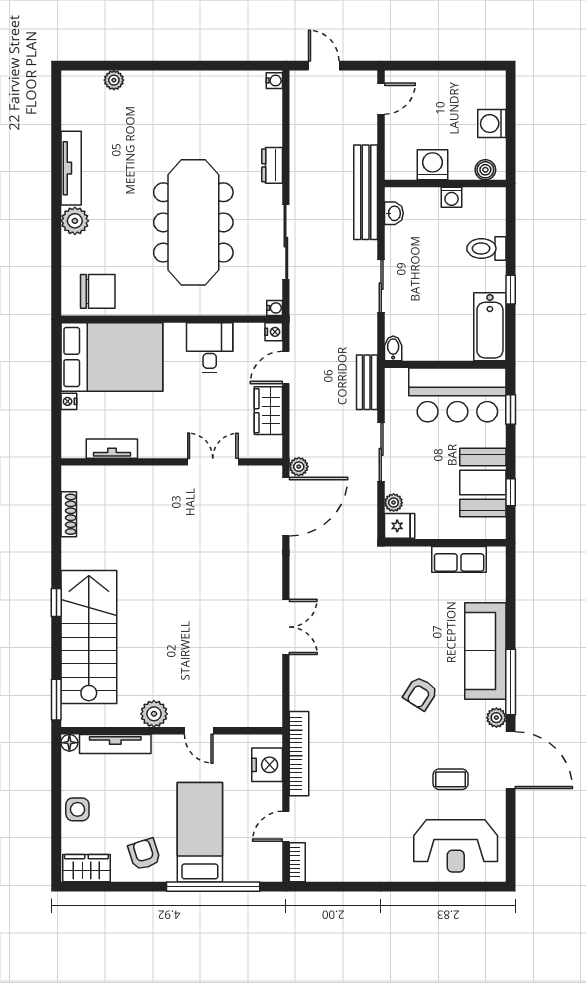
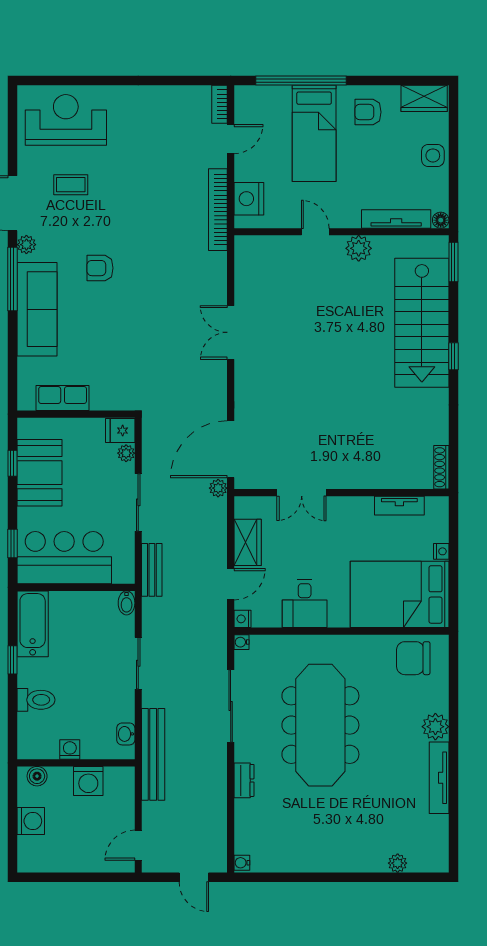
shoe rack: (69, 514) -> (441, 467), moved
armchair: (420, 693) -> (100, 268), turned -123
armchair: (144, 854) -> (368, 112), turned 108

